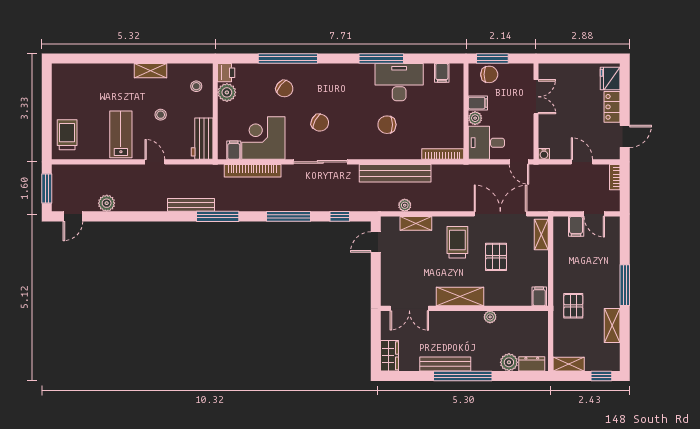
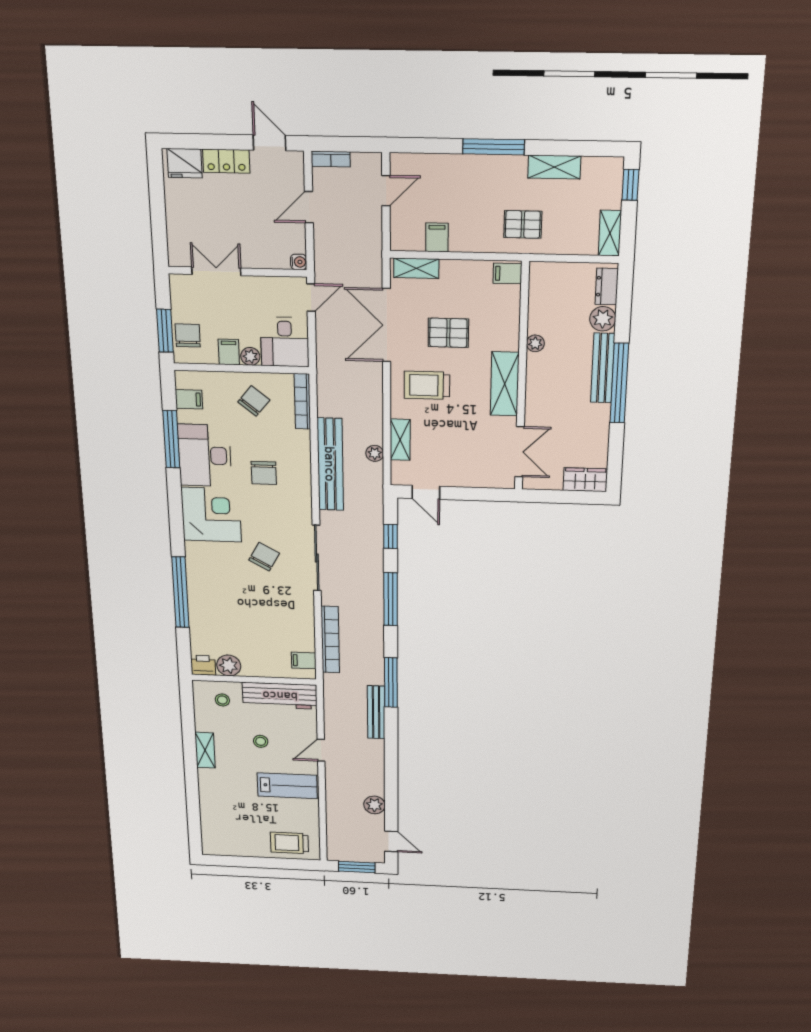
window: (381, 58) -> (171, 439), moved
chair: (284, 89) -> (254, 401), moved
lab bench: (121, 134) -> (287, 786), turned 180
corner desk: (263, 138) -> (211, 515), moved, turned 180
workbench: (202, 139) -> (280, 696), width x1.38
filing cabinet: (576, 226) -> (437, 237), moved, turned -90
bench: (445, 364) -> (603, 368), moved

